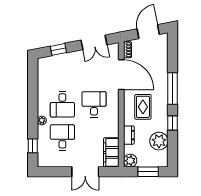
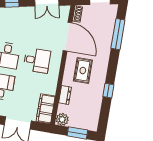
window: (173, 88) -> (118, 34), moved
desk: (94, 104) -> (37, 60), turned 90
plant: (159, 141) -> (92, 106), removed

